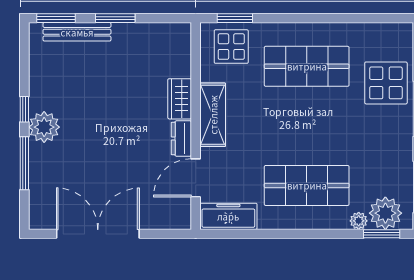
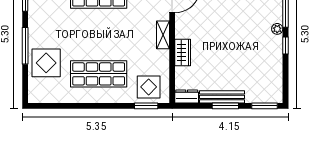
bench: (77, 32) -> (222, 97), moved
shelving: (213, 115) -> (163, 35), width x0.67, depth x0.75
plant: (44, 127) -> (277, 29), width x0.53, depth x0.53
dresser: (181, 139) -> (187, 96), moved, turned -90

